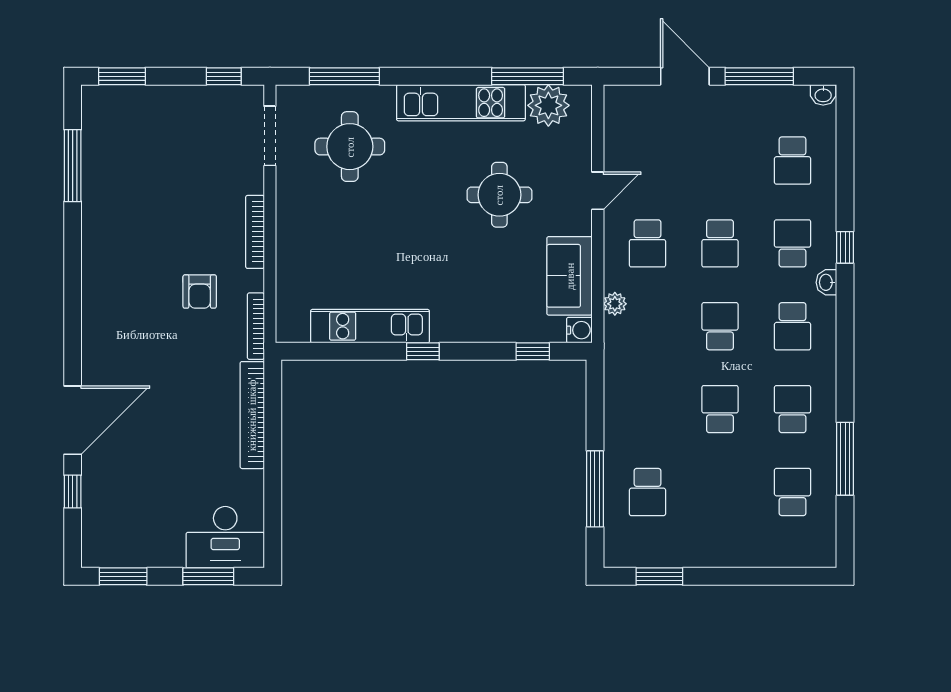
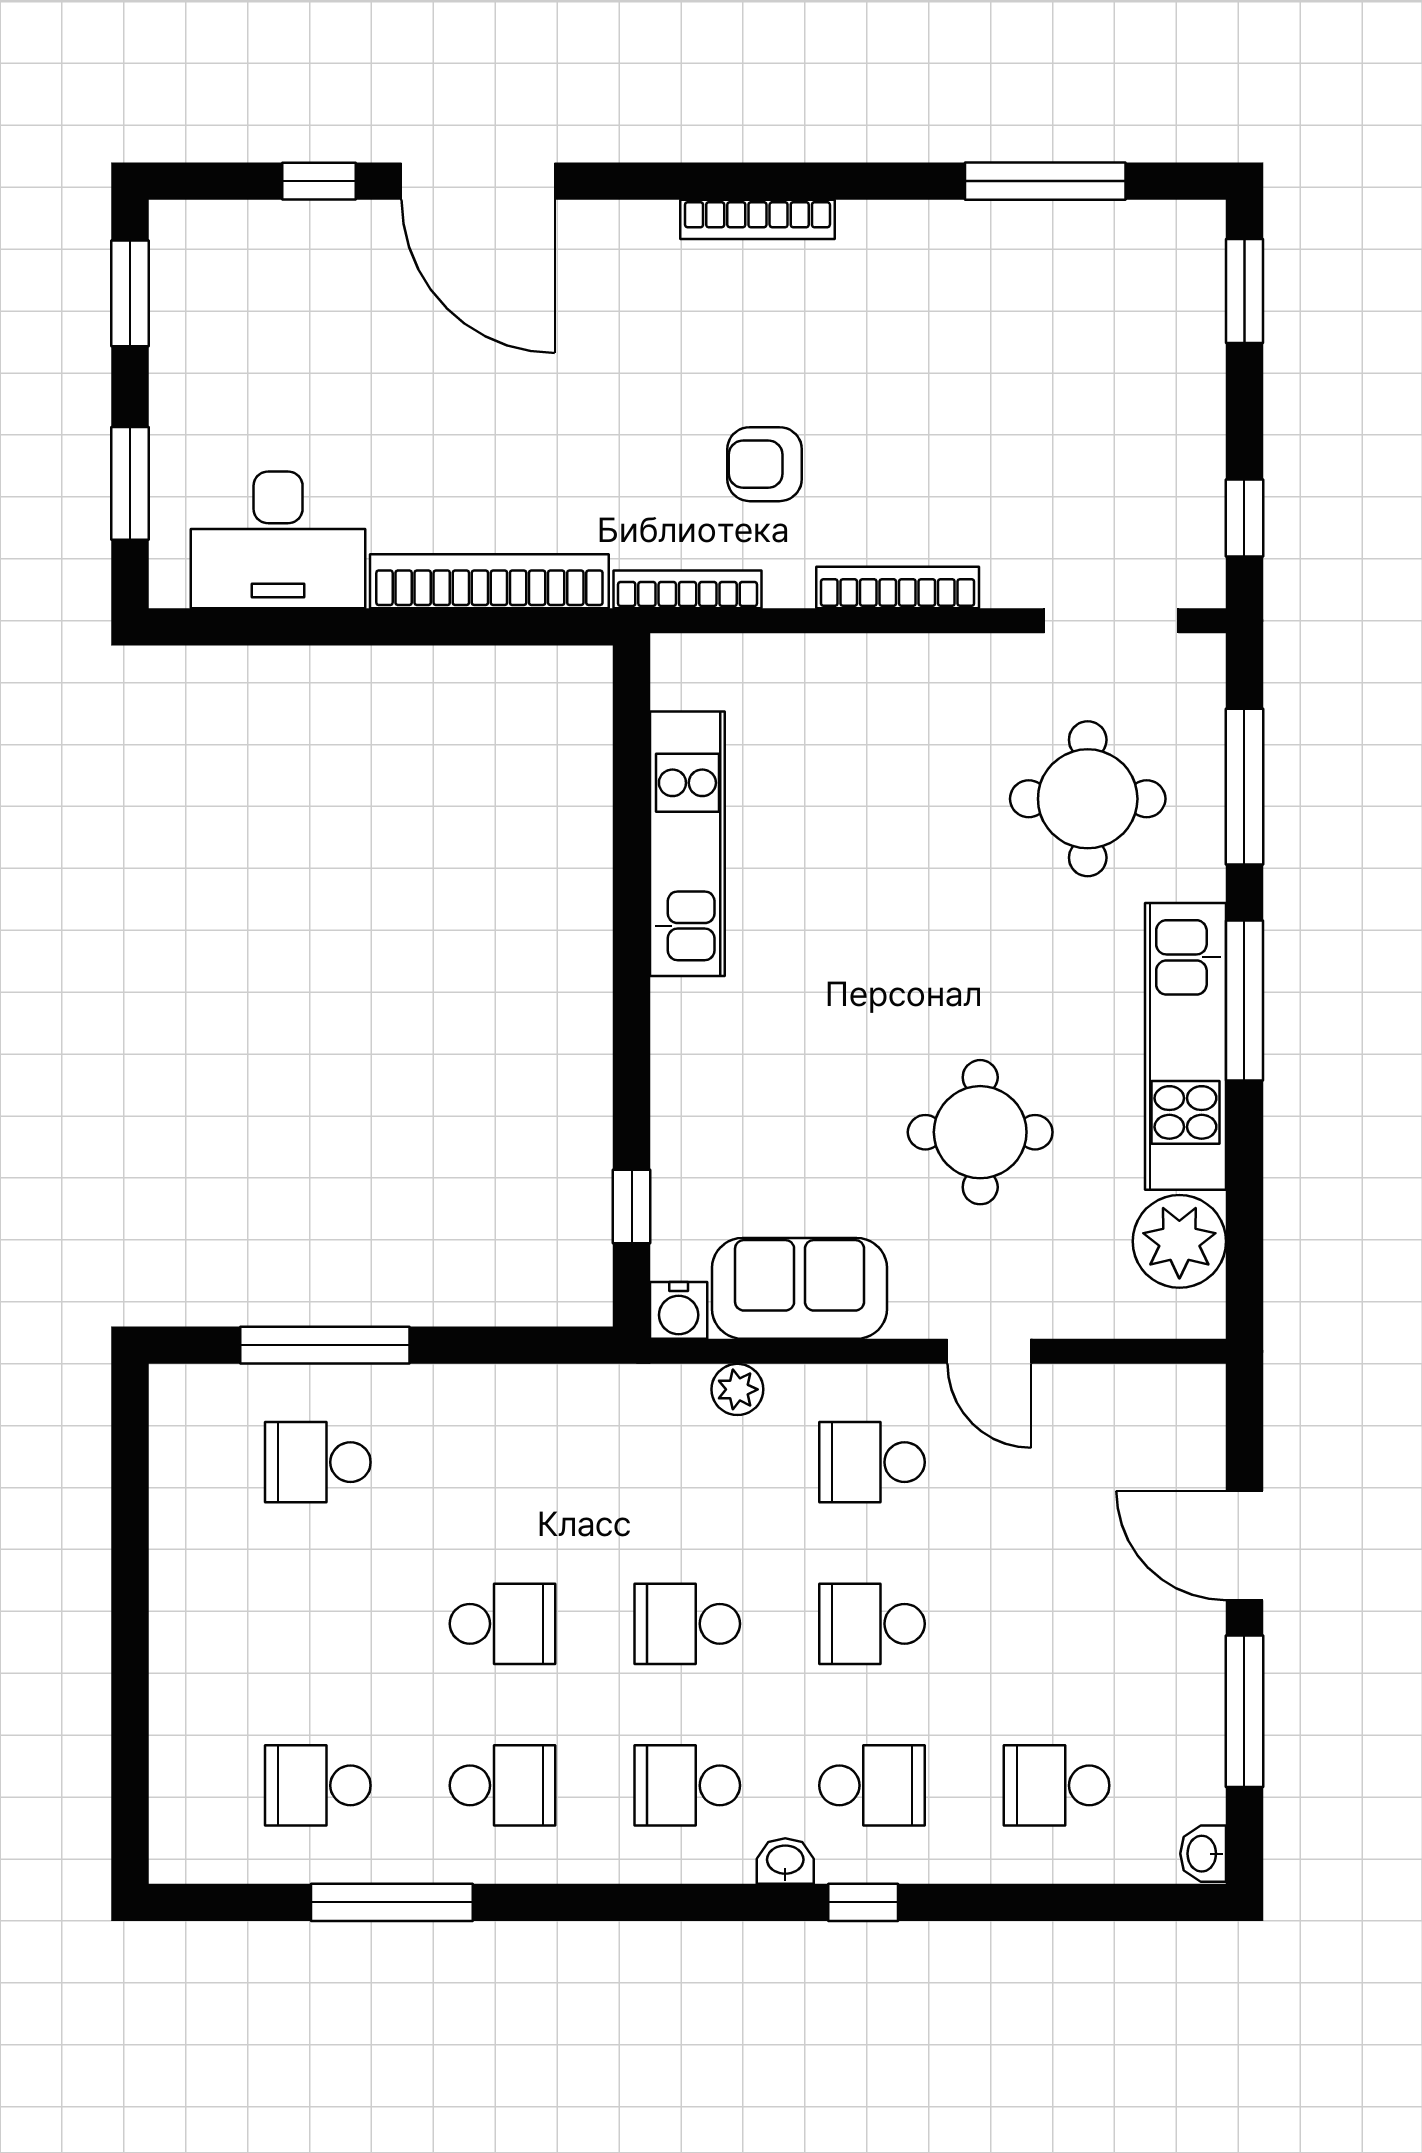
window: (527, 76) -> (1244, 1000), moved
door: (685, 76) -> (1244, 1546), swing flipped
bookcase: (90, 295) -> (757, 219), added
school desk: (720, 326) -> (687, 1624), turned 180
window: (423, 351) -> (632, 961), removed
school desk: (793, 492) -> (318, 1785), turned 180
desk: (225, 537) -> (278, 540), moved, turned -90
window: (659, 576) -> (130, 1489), removed

